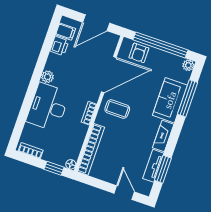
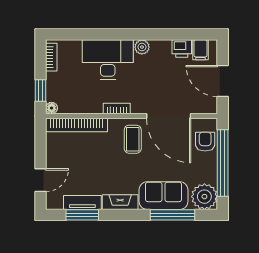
armchair: (139, 53) -> (205, 142), turned 90
plant: (188, 65) -> (204, 197), width x1.88, depth x1.88

